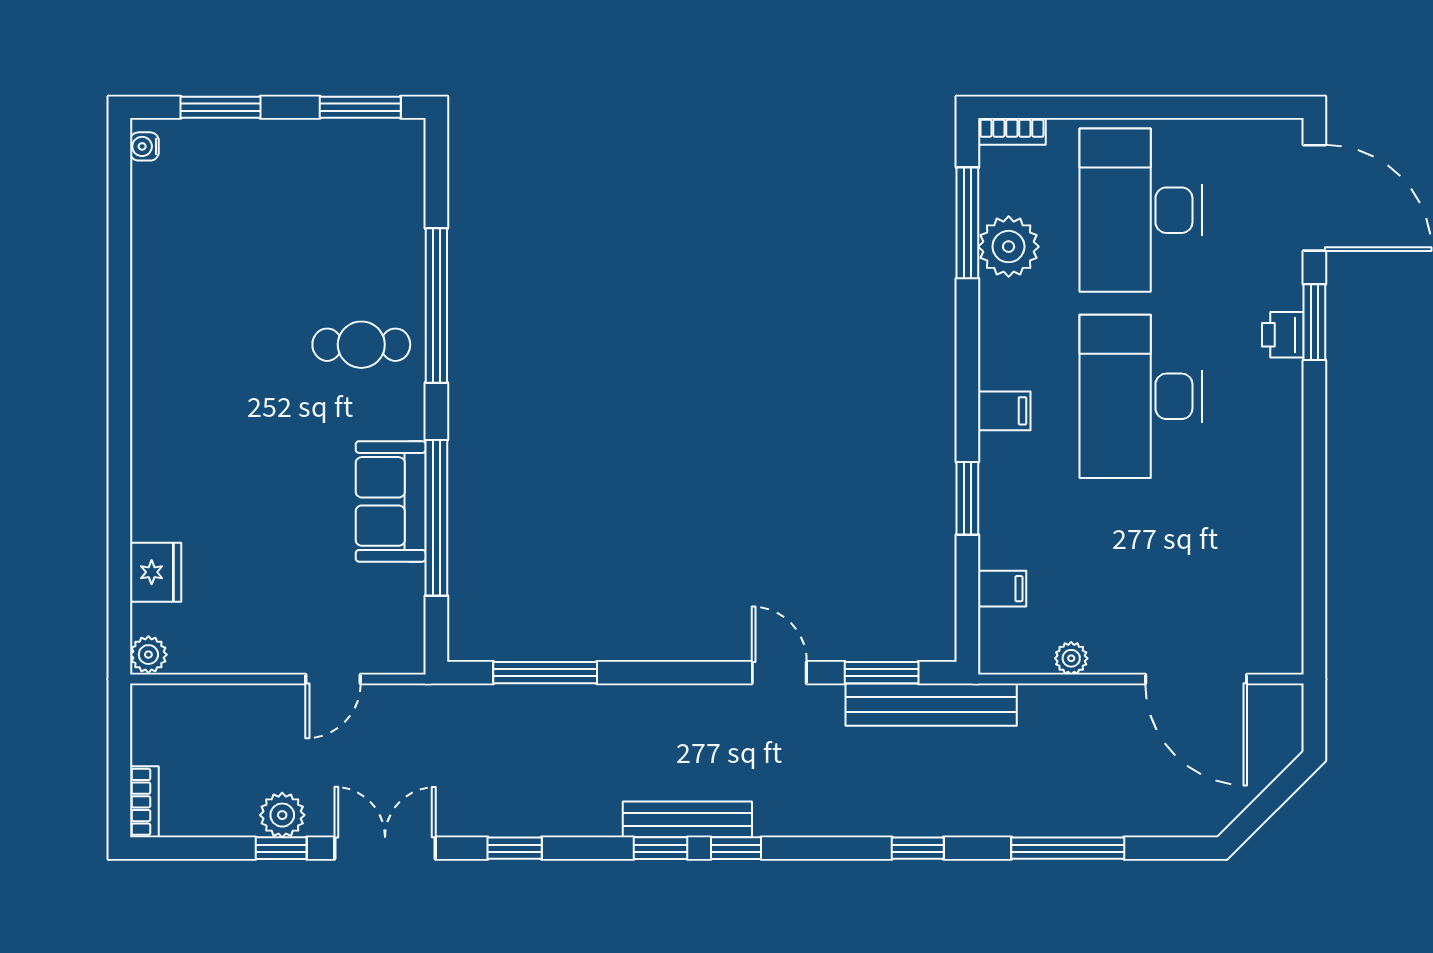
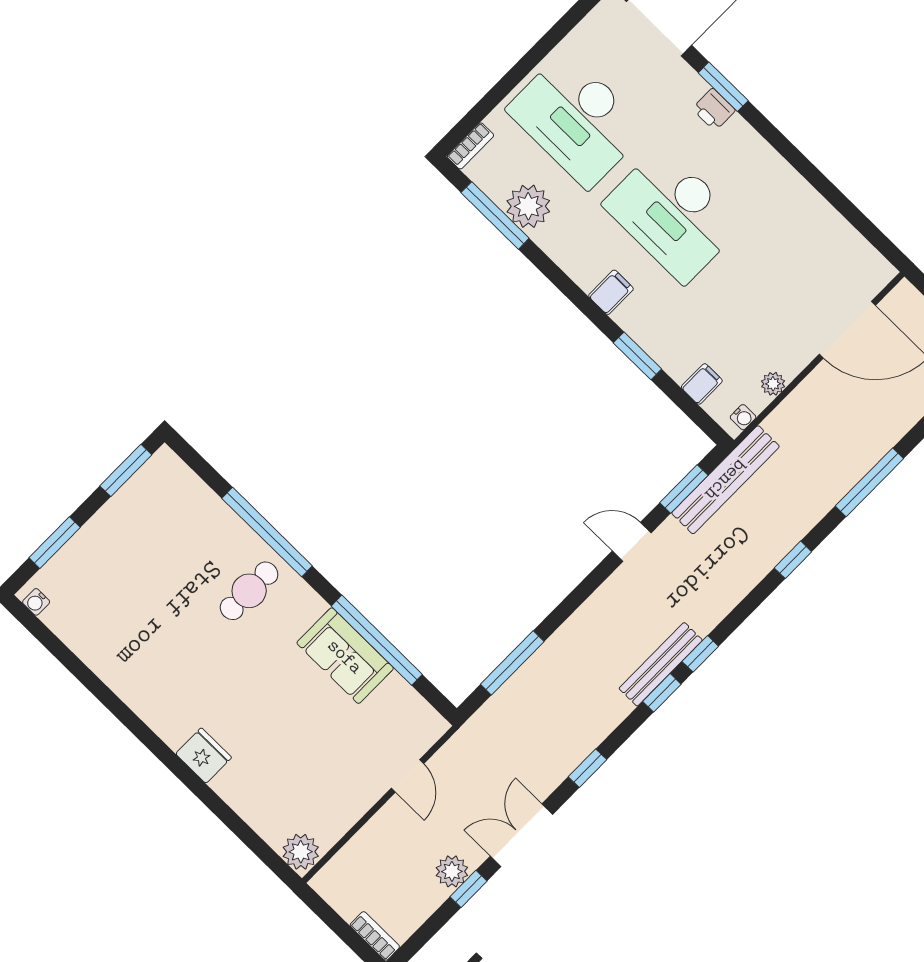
fridge: (156, 572) -> (204, 756), moved
plant: (148, 655) -> (301, 852), width x1.38, depth x1.38
water cooler: (1009, 661) -> (743, 417), added

